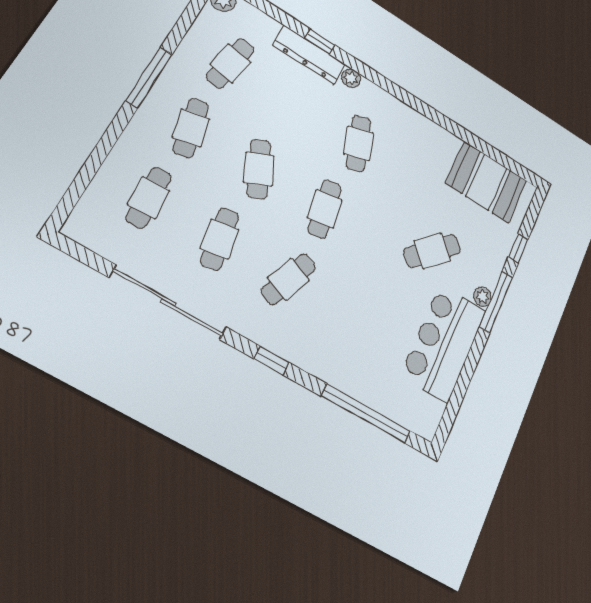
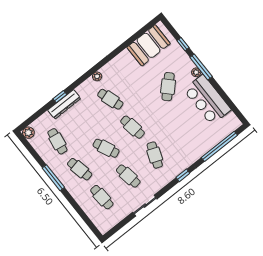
plant: (351, 78) -> (97, 76), moved
sliding door: (168, 303) -> (145, 206), width x0.54

